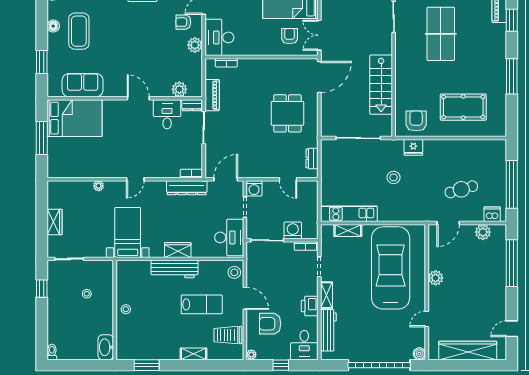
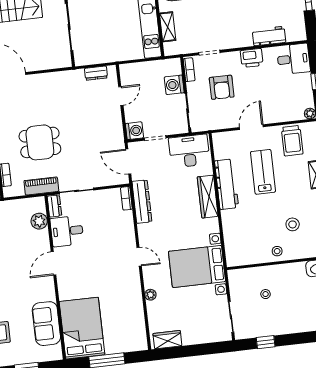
dining table: (287, 113) -> (40, 142), moved
wardrobe: (55, 222) -> (167, 340), moved
bed with nightstands: (128, 232) -> (197, 266), width x1.36
wardrobe: (178, 250) -> (208, 197), width x1.50
workbench: (174, 269) -> (227, 184), moved
stool: (234, 272) -> (293, 224), moved
shelving: (327, 295) -> (238, 42), removed
armchair: (270, 324) -> (222, 87), moved
workbench: (328, 330) -> (269, 36), width x0.73

